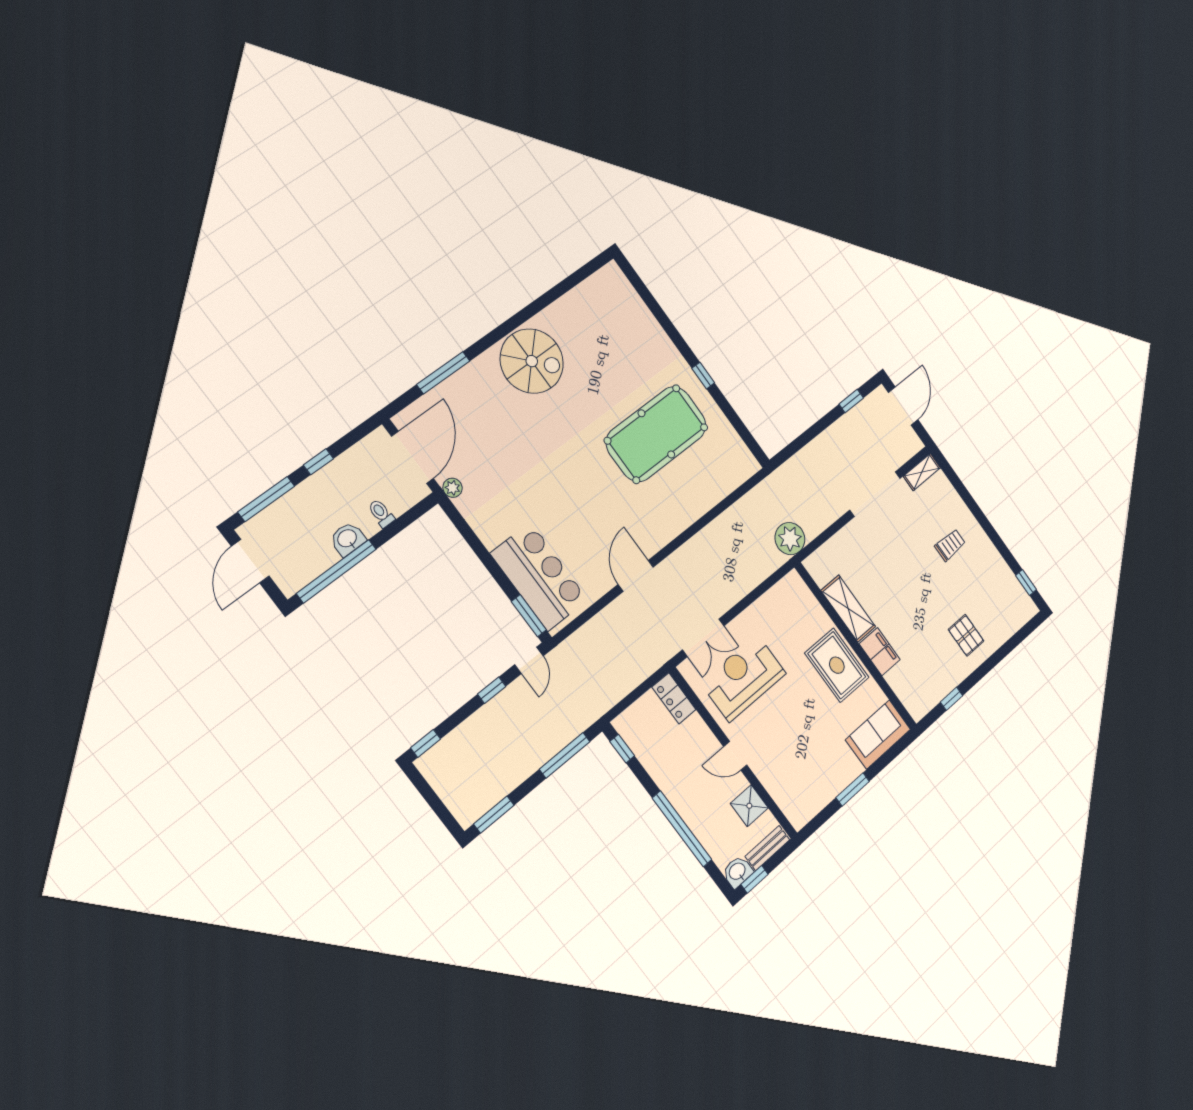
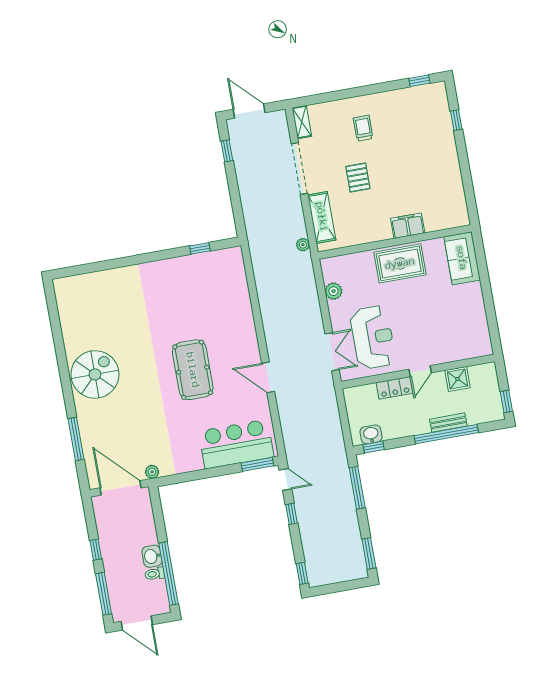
window: (703, 376) -> (200, 248), moved
pool table: (656, 434) -> (193, 370), moved, width x0.73, depth x0.76
toilet: (381, 513) -> (155, 574), moved
plant: (790, 539) -> (303, 245), width x0.53, depth x0.53
plant: (769, 603) -> (334, 291), added
shelving: (848, 609) -> (322, 217), moved, turned 90
pallet: (966, 635) -> (358, 178), moved, turned 90
reception desk: (743, 678) -> (373, 337), turned 180
locker: (674, 698) -> (395, 388), moved
window: (952, 699) -> (456, 120), moved
window: (853, 789) -> (488, 298), removed
bench: (767, 848) -> (448, 423), moved, turned 90
washbasin: (738, 872) -> (371, 434), moved, turned 90

